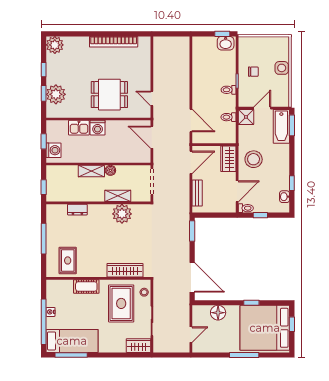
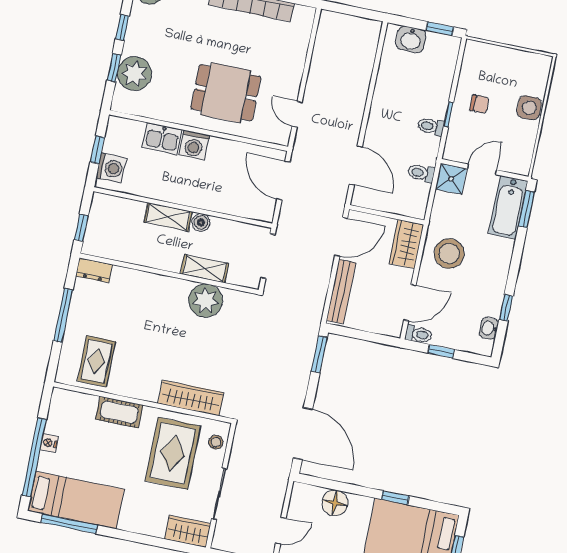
washbasin: (226, 43) -> (411, 39), moved
bench: (197, 193) -> (341, 291), width x1.36
dresser: (77, 210) -> (94, 270), moved

